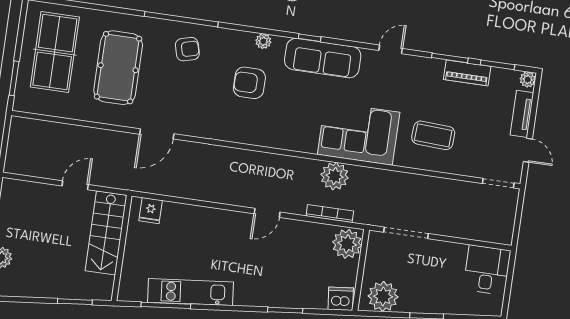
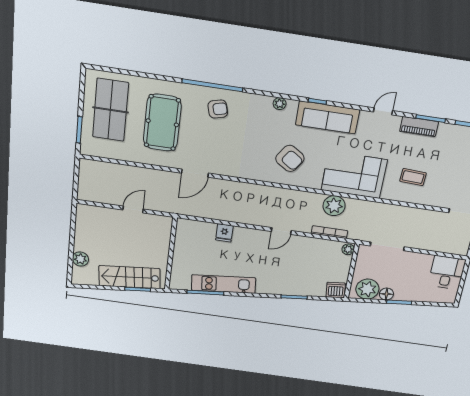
piano: (467, 73) -> (419, 127), moved
armchair: (249, 83) -> (290, 158), moved, turned -146
coffee table: (433, 135) -> (413, 177), width x0.73, depth x0.77
fridge: (151, 211) -> (224, 233), moved
stairs: (106, 233) -> (130, 277), moved, turned 84
plant: (347, 244) -> (348, 249), width x0.53, depth x0.53
floor lamp: (409, 304) -> (386, 294), added

